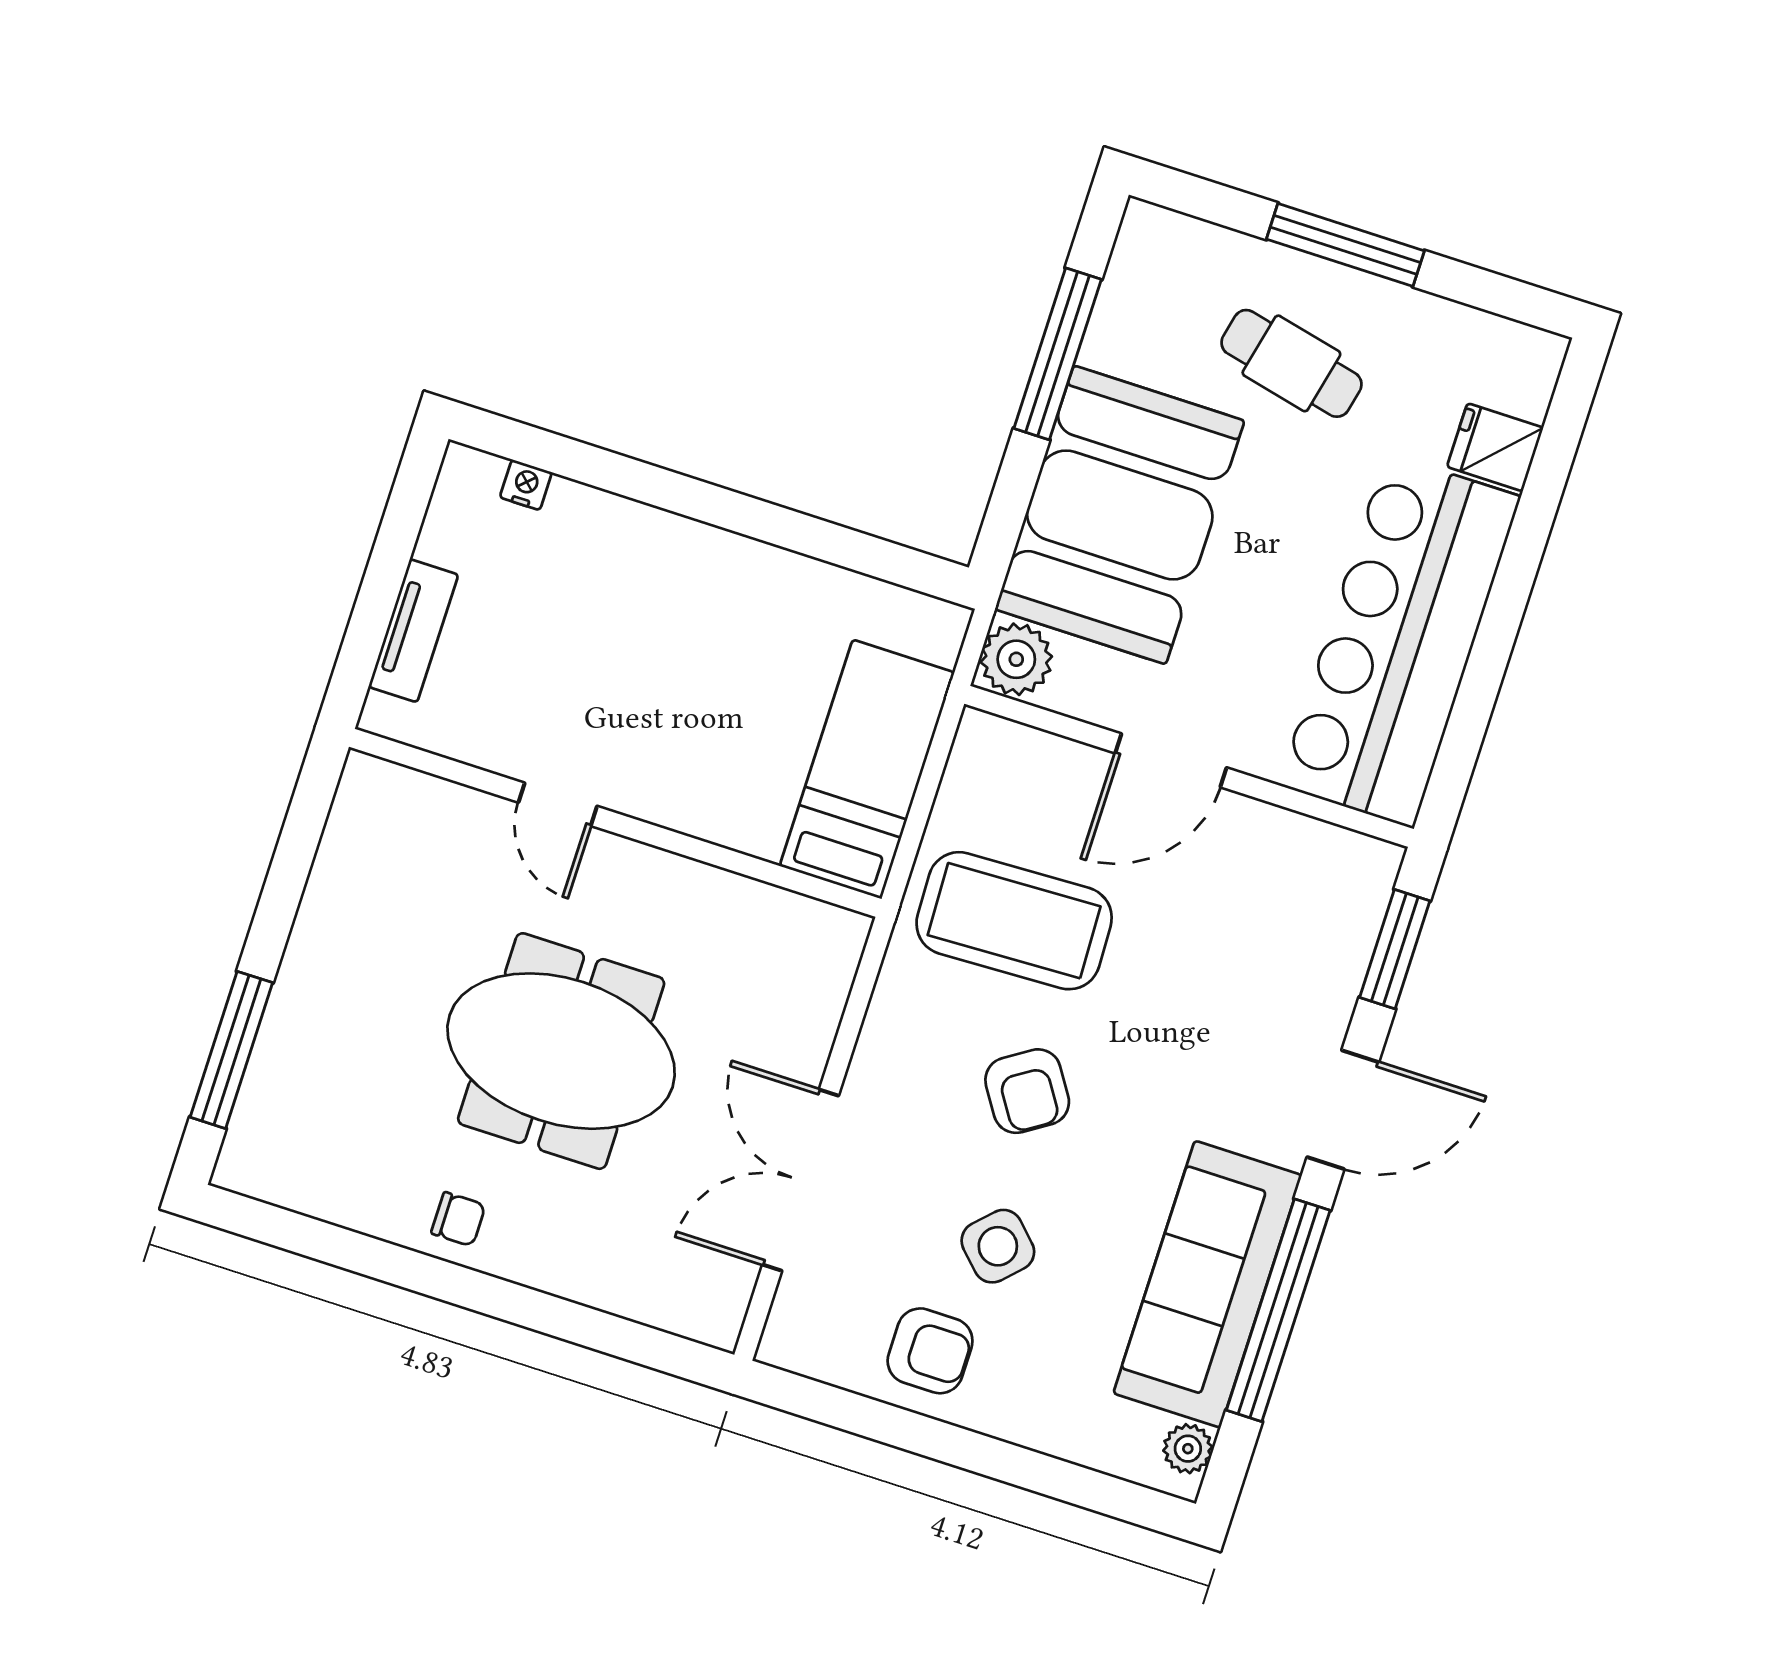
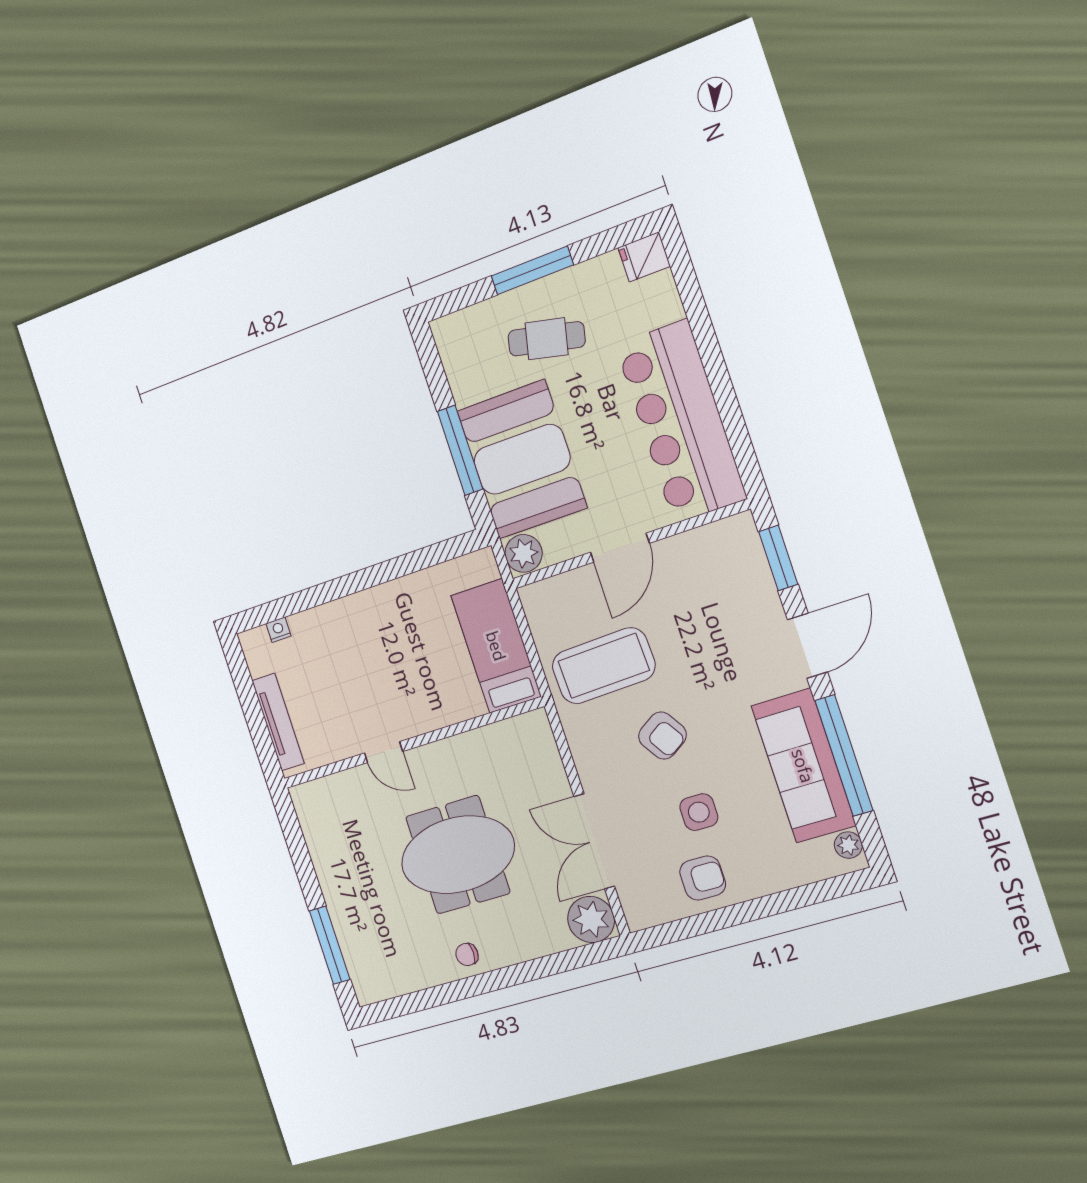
window: (1058, 354) -> (460, 450), moved
fridge: (1495, 447) -> (644, 257), moved
tv unit: (413, 631) -> (278, 722), width x1.41
chair: (458, 1219) -> (467, 954), turned 180
side table: (998, 1246) -> (699, 812), turned 45
plant: (705, 1298) -> (591, 920), added

